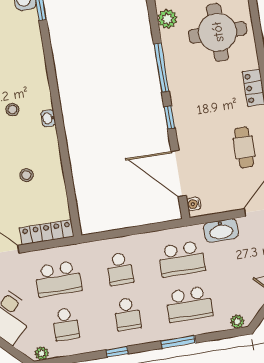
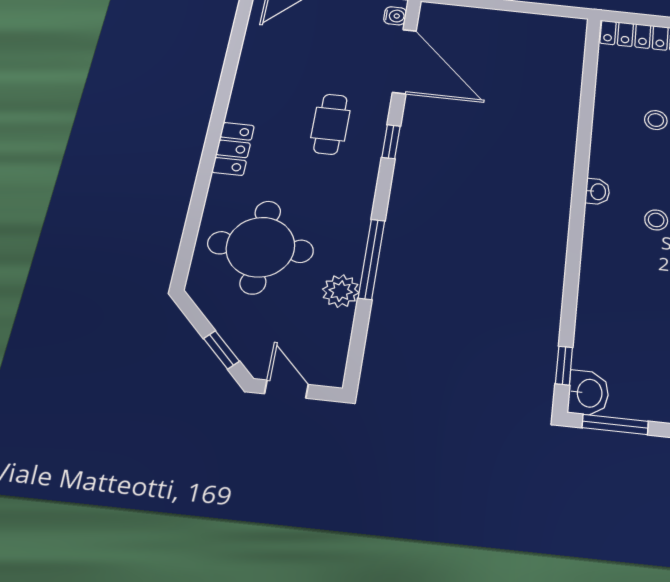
window: (161, 68) -> (372, 259), moved
cafe table: (244, 147) -> (330, 124), moved

